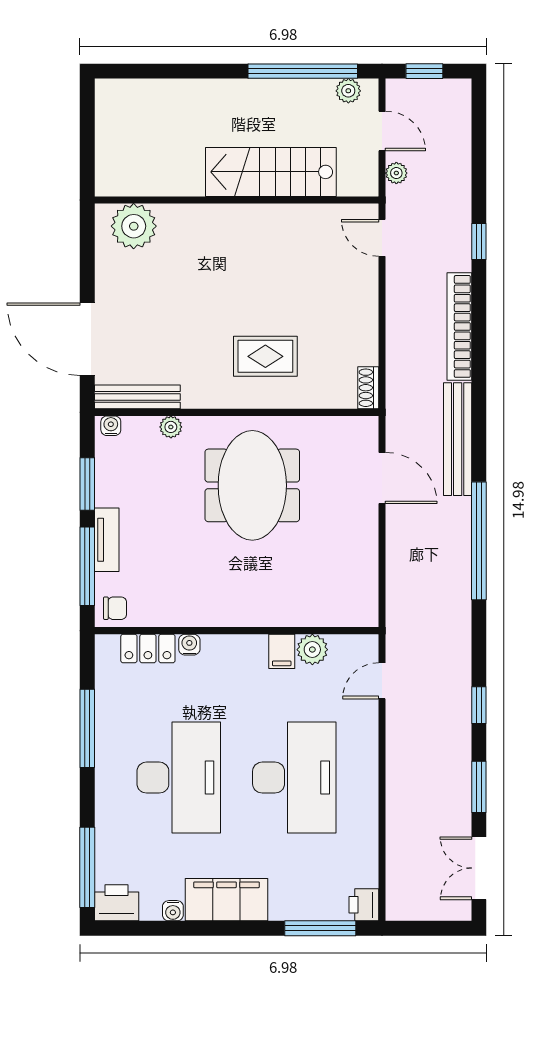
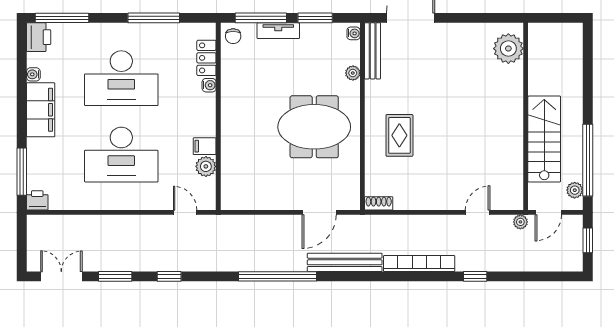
stairs: (271, 172) -> (544, 139), moved
wall: (237, 200) -> (526, 116), moved
plant: (134, 226) -> (508, 49), moved

